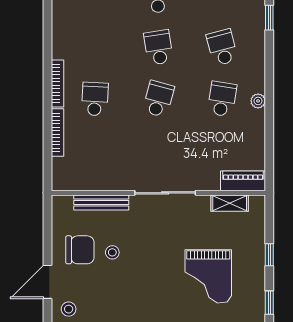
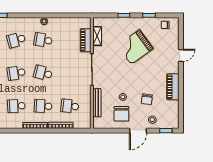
school desk: (95, 47) -> (16, 106), added
school desk: (95, 151) -> (70, 106), added
piano: (243, 181) -> (86, 40), moved
chair: (80, 250) -> (121, 114), turned 180
grand piano: (208, 276) -> (135, 47), turned 144
door: (48, 282) -> (138, 131), hinge flipped
chair: (108, 299) -> (147, 99), added

